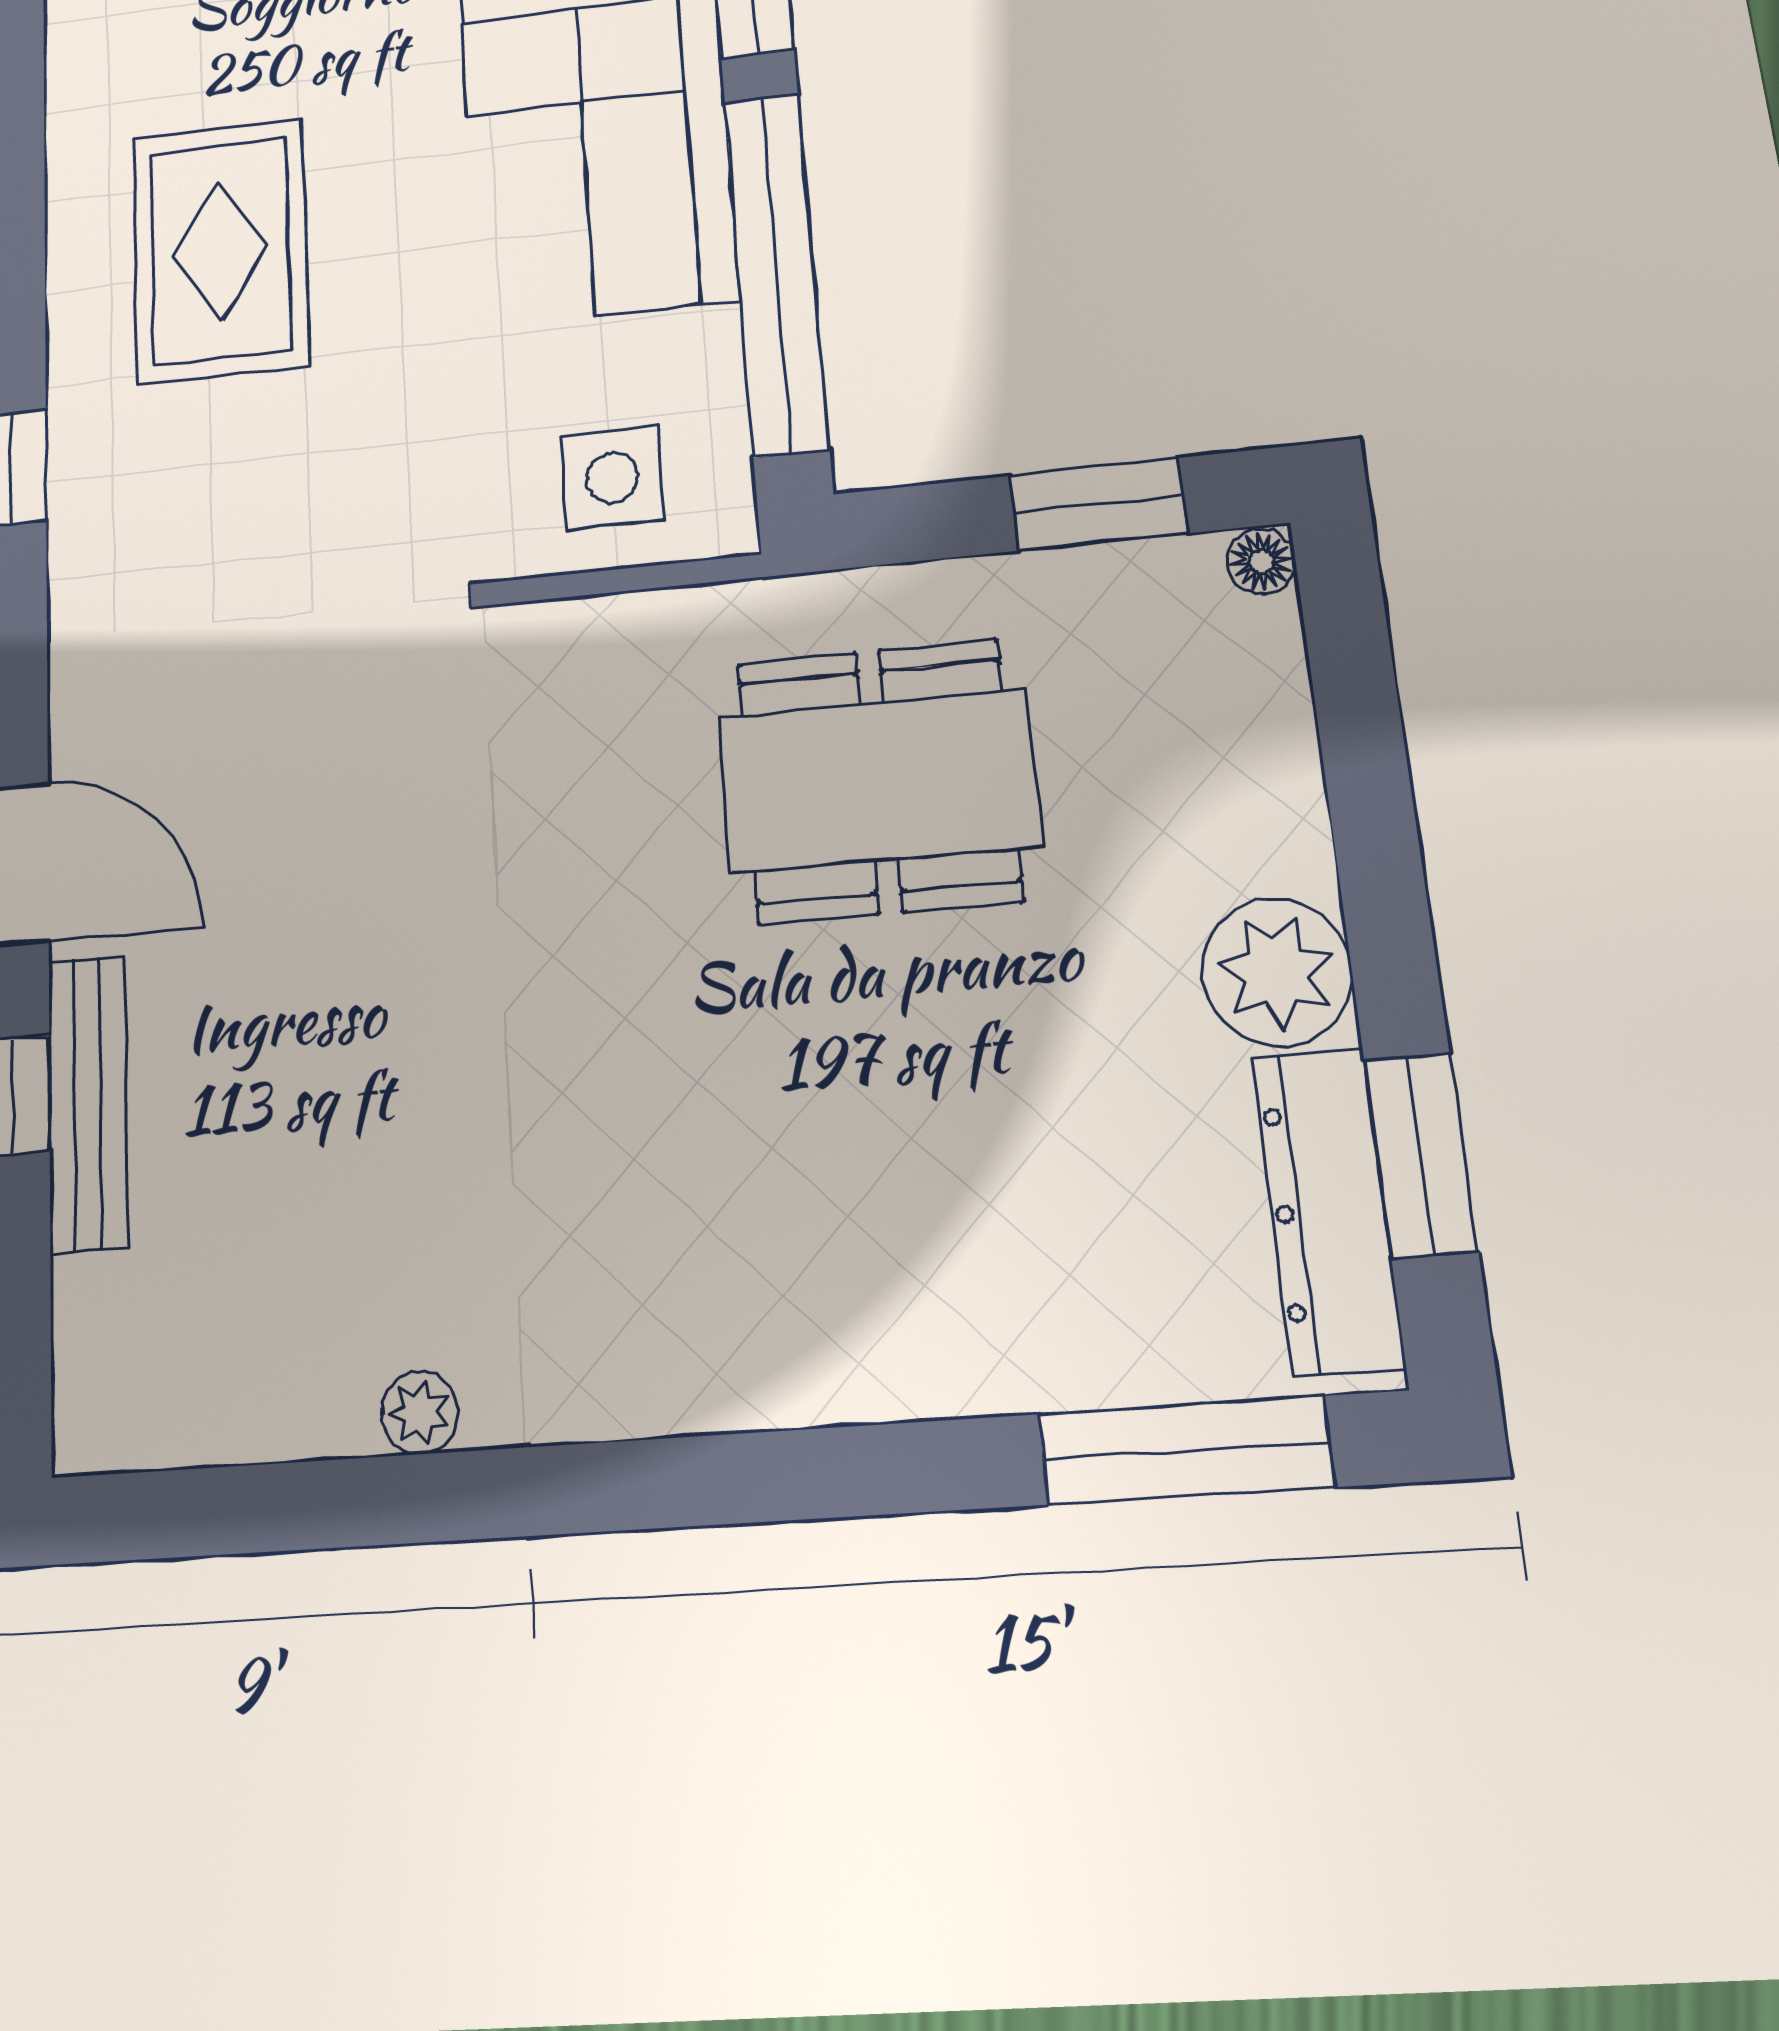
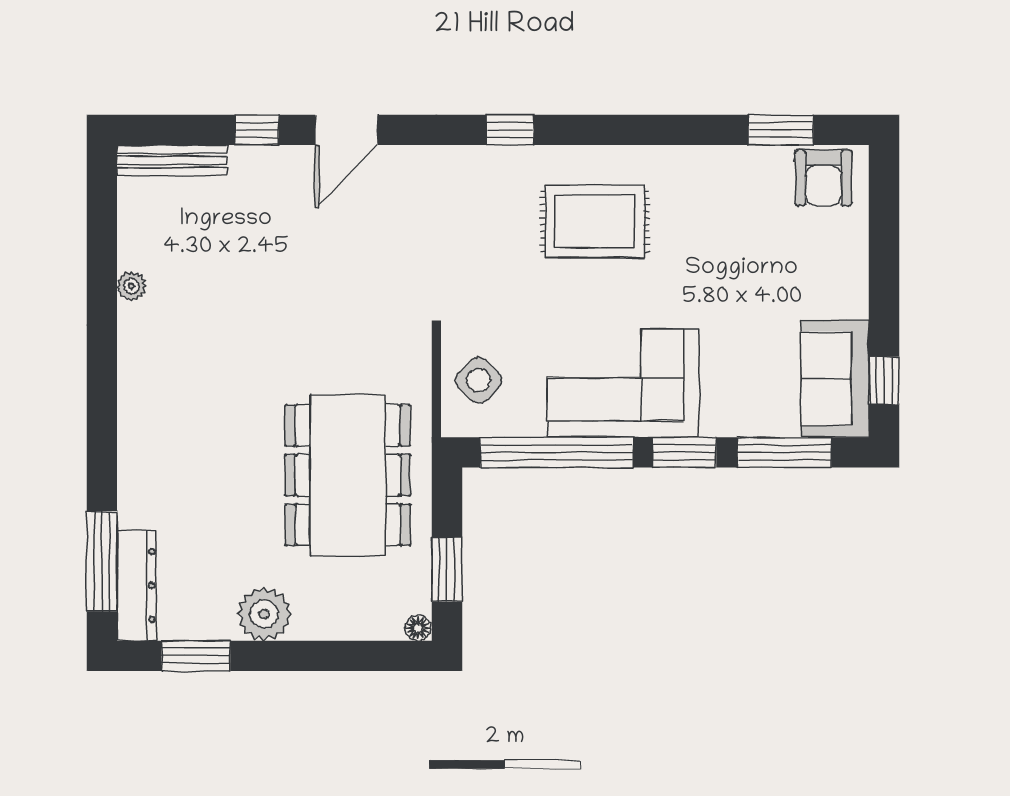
side table: (612, 478) -> (479, 380), turned 45
dining table: (879, 781) -> (348, 475), width x1.36, depth x1.24
bench: (88, 1103) -> (172, 160), moved
dresser: (1328, 1211) -> (137, 585), moved, turned 90

